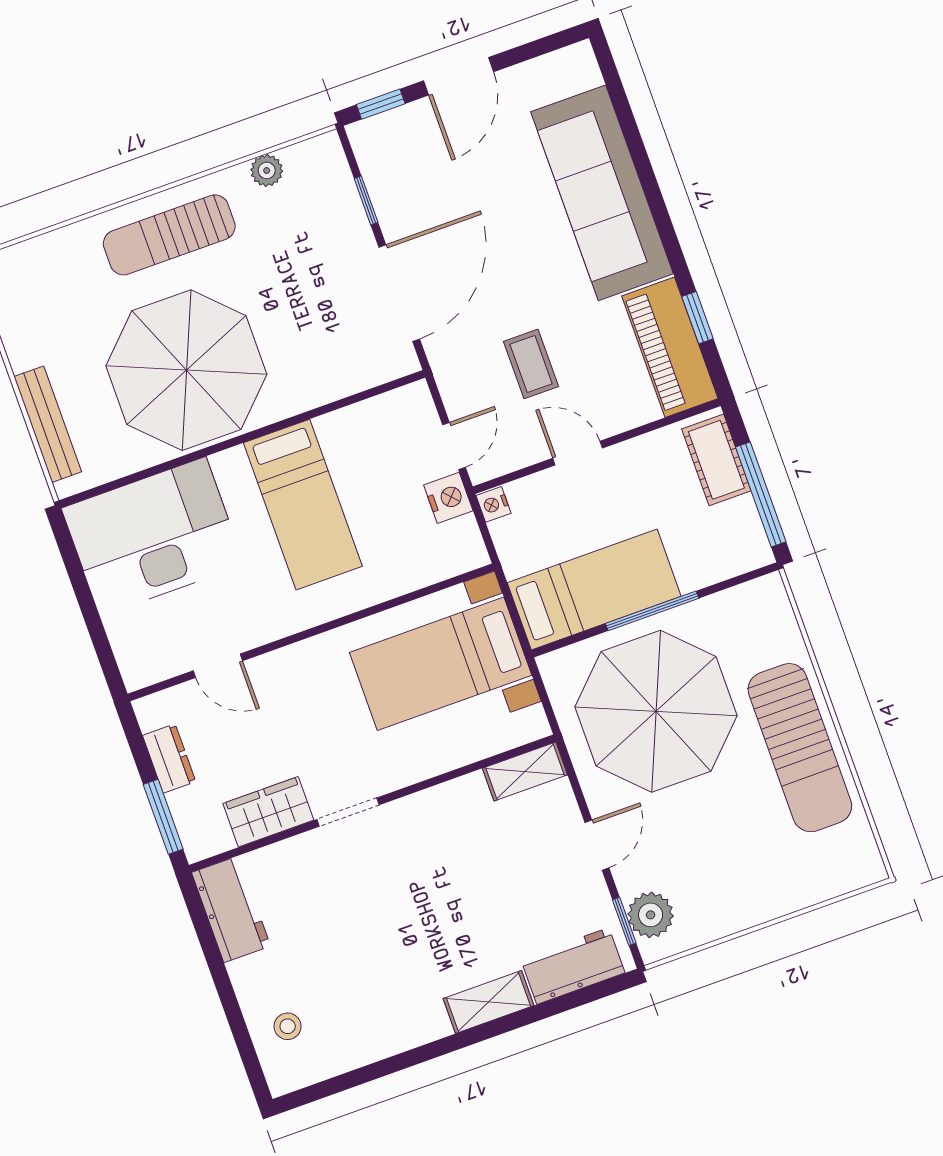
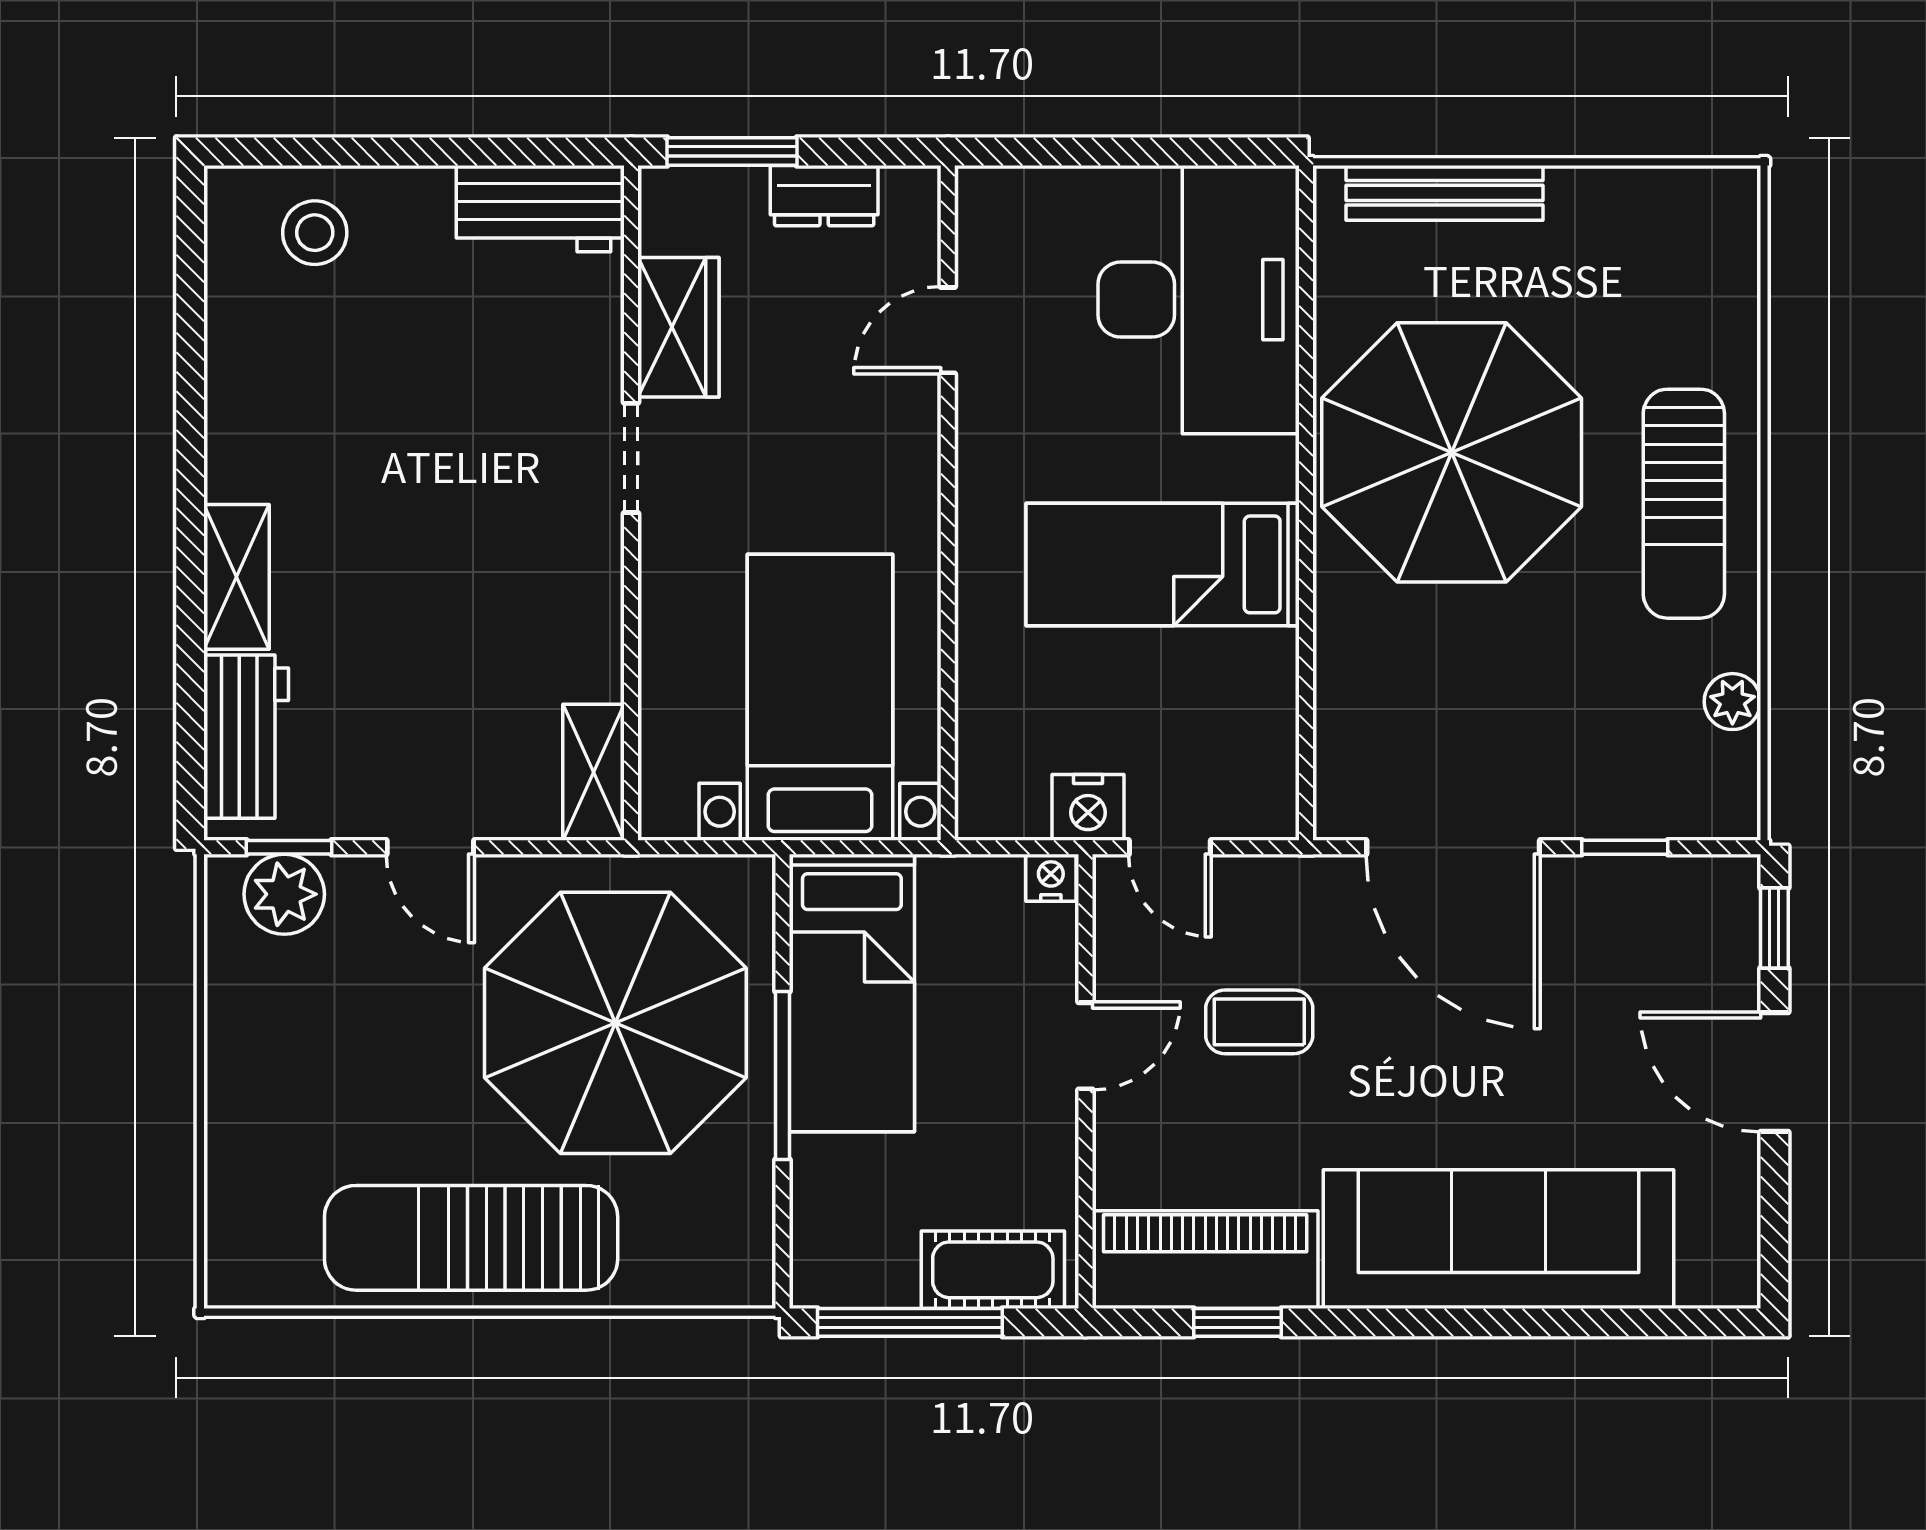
sun lounger: (169, 235) -> (1684, 504), turned 180
stool: (288, 1026) -> (315, 233), width x1.37, depth x1.37

